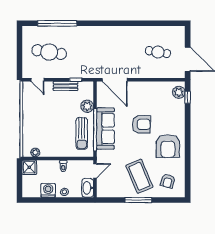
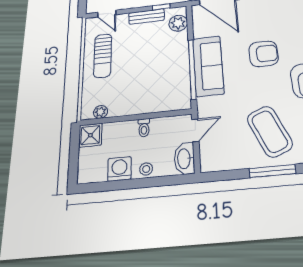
plant: (87, 106) -> (178, 23), moved
sun lounger: (82, 133) -> (103, 56), moved

